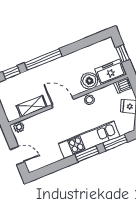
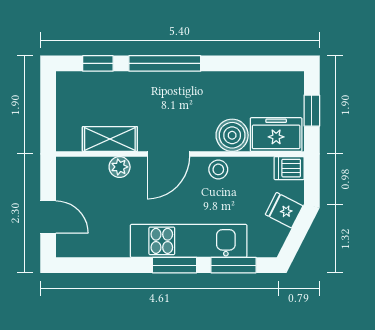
door: (63, 102) -> (168, 154), swing flipped
plant: (19, 127) -> (120, 167), moved

